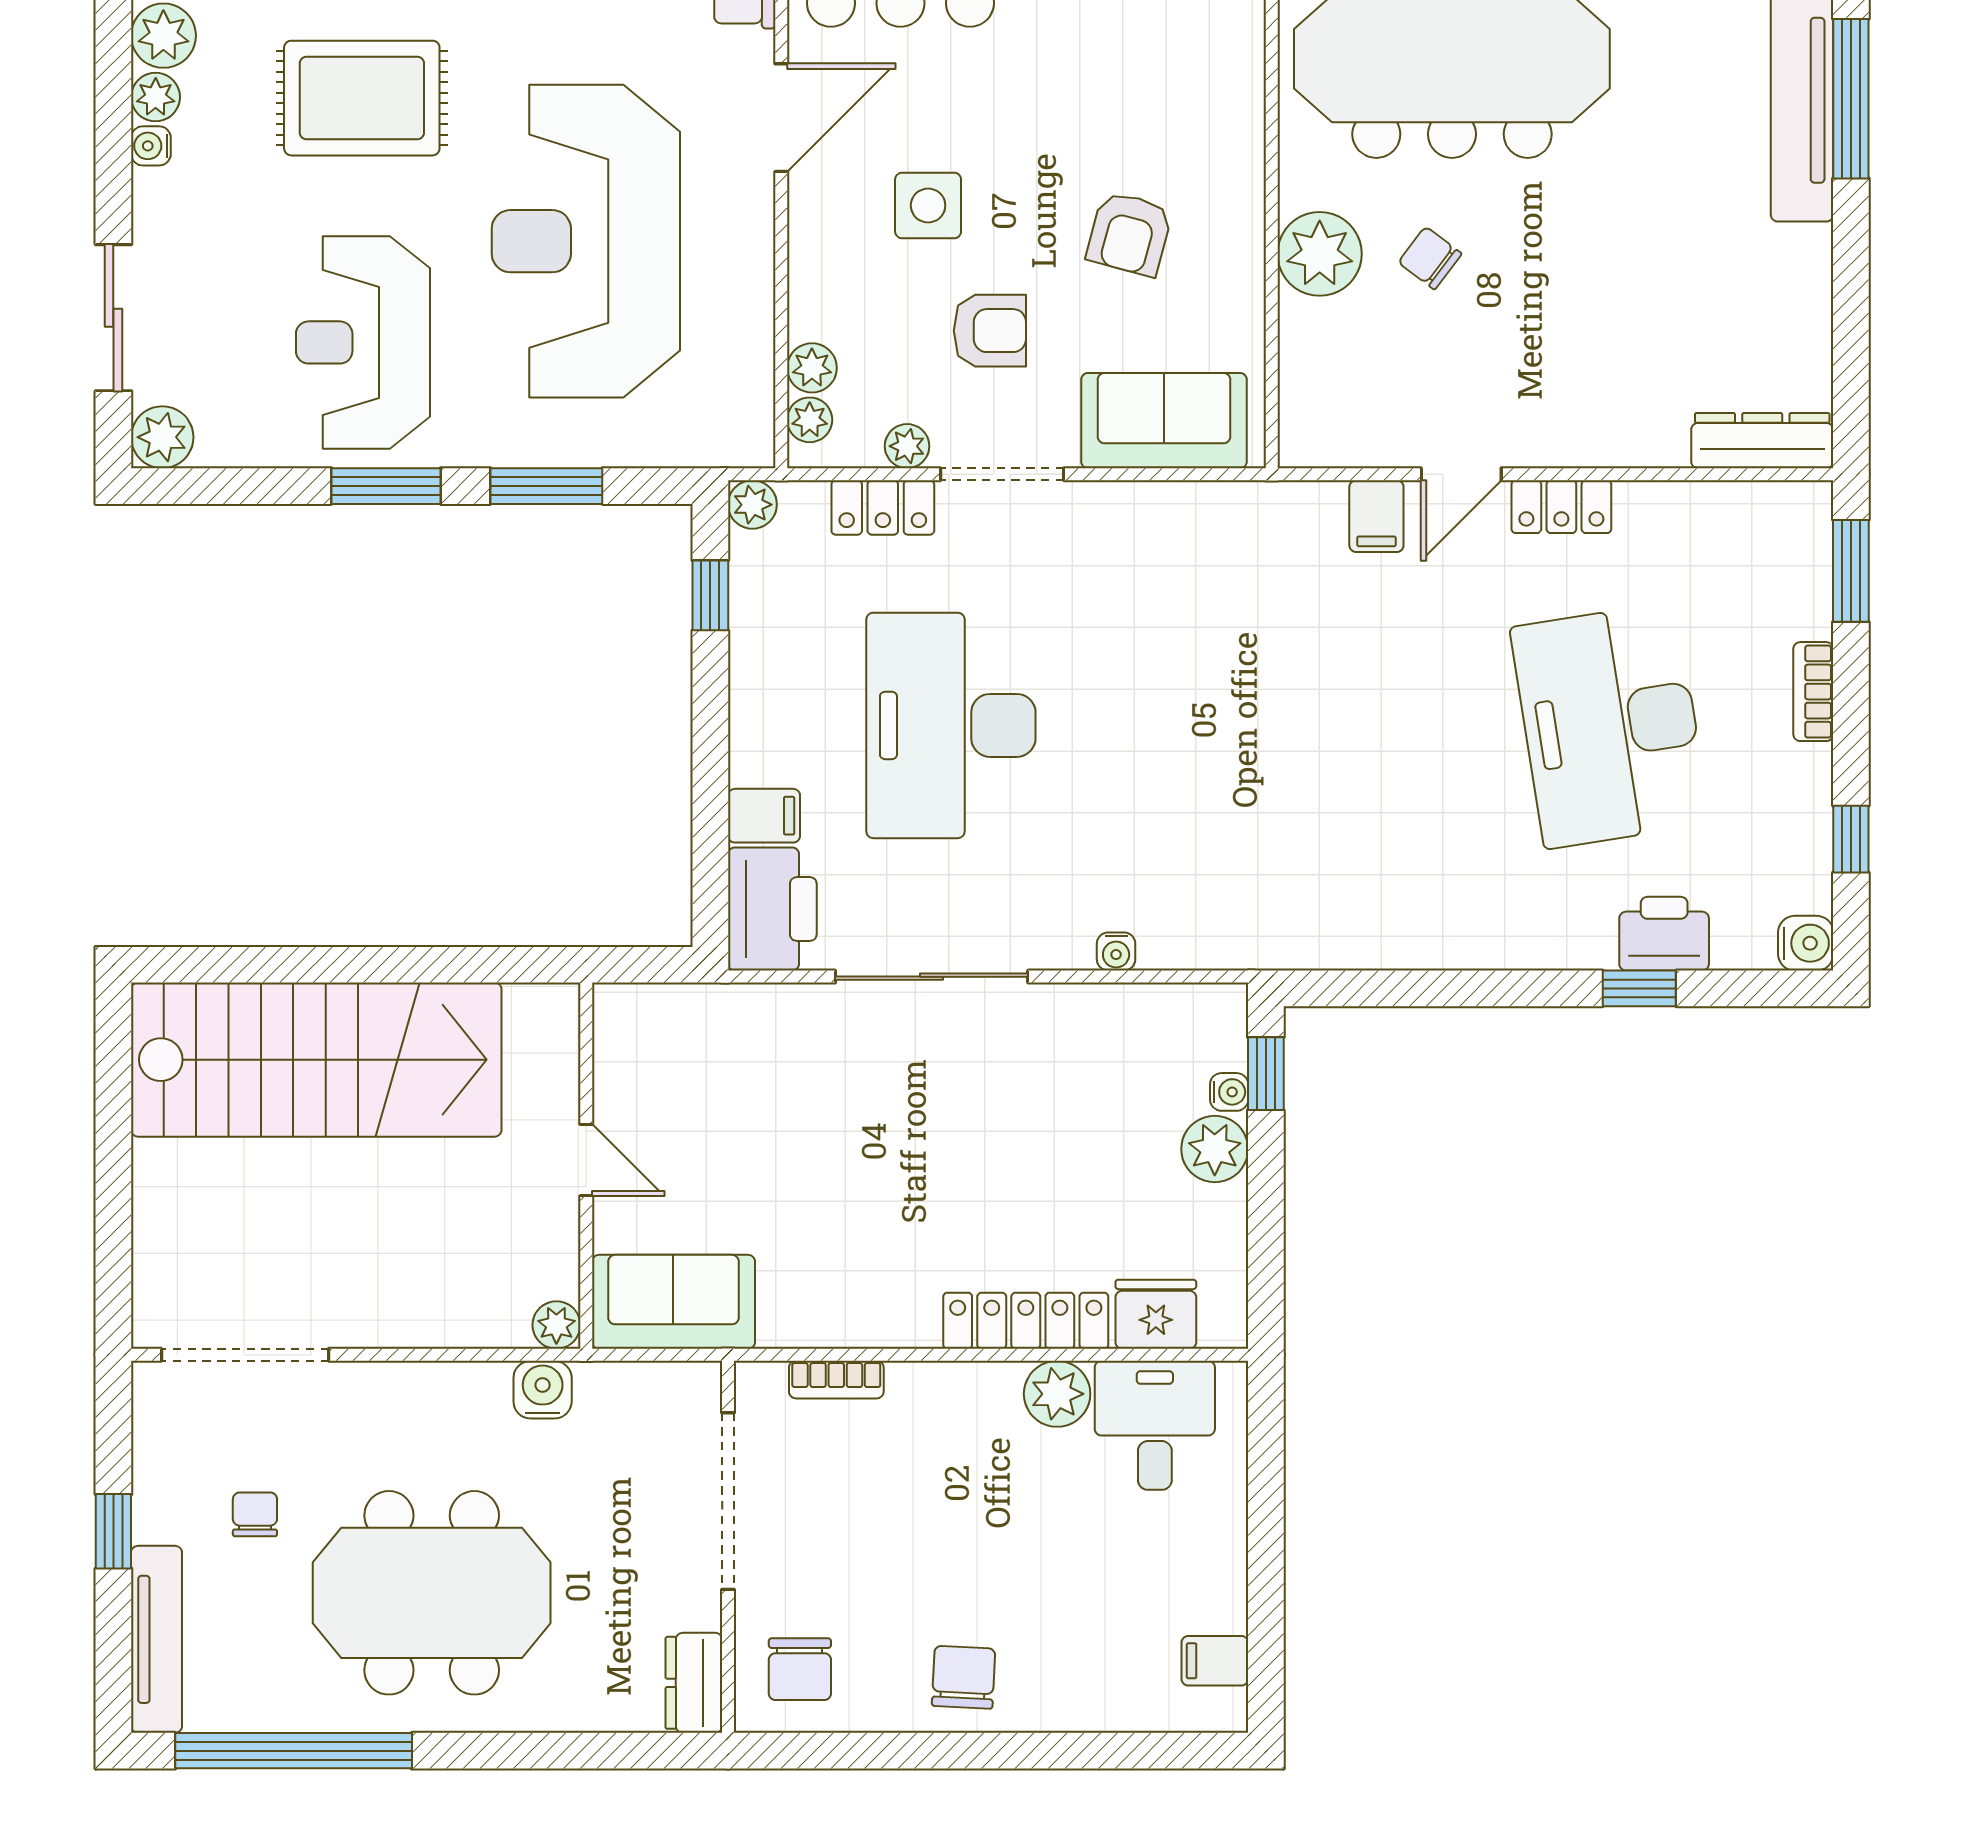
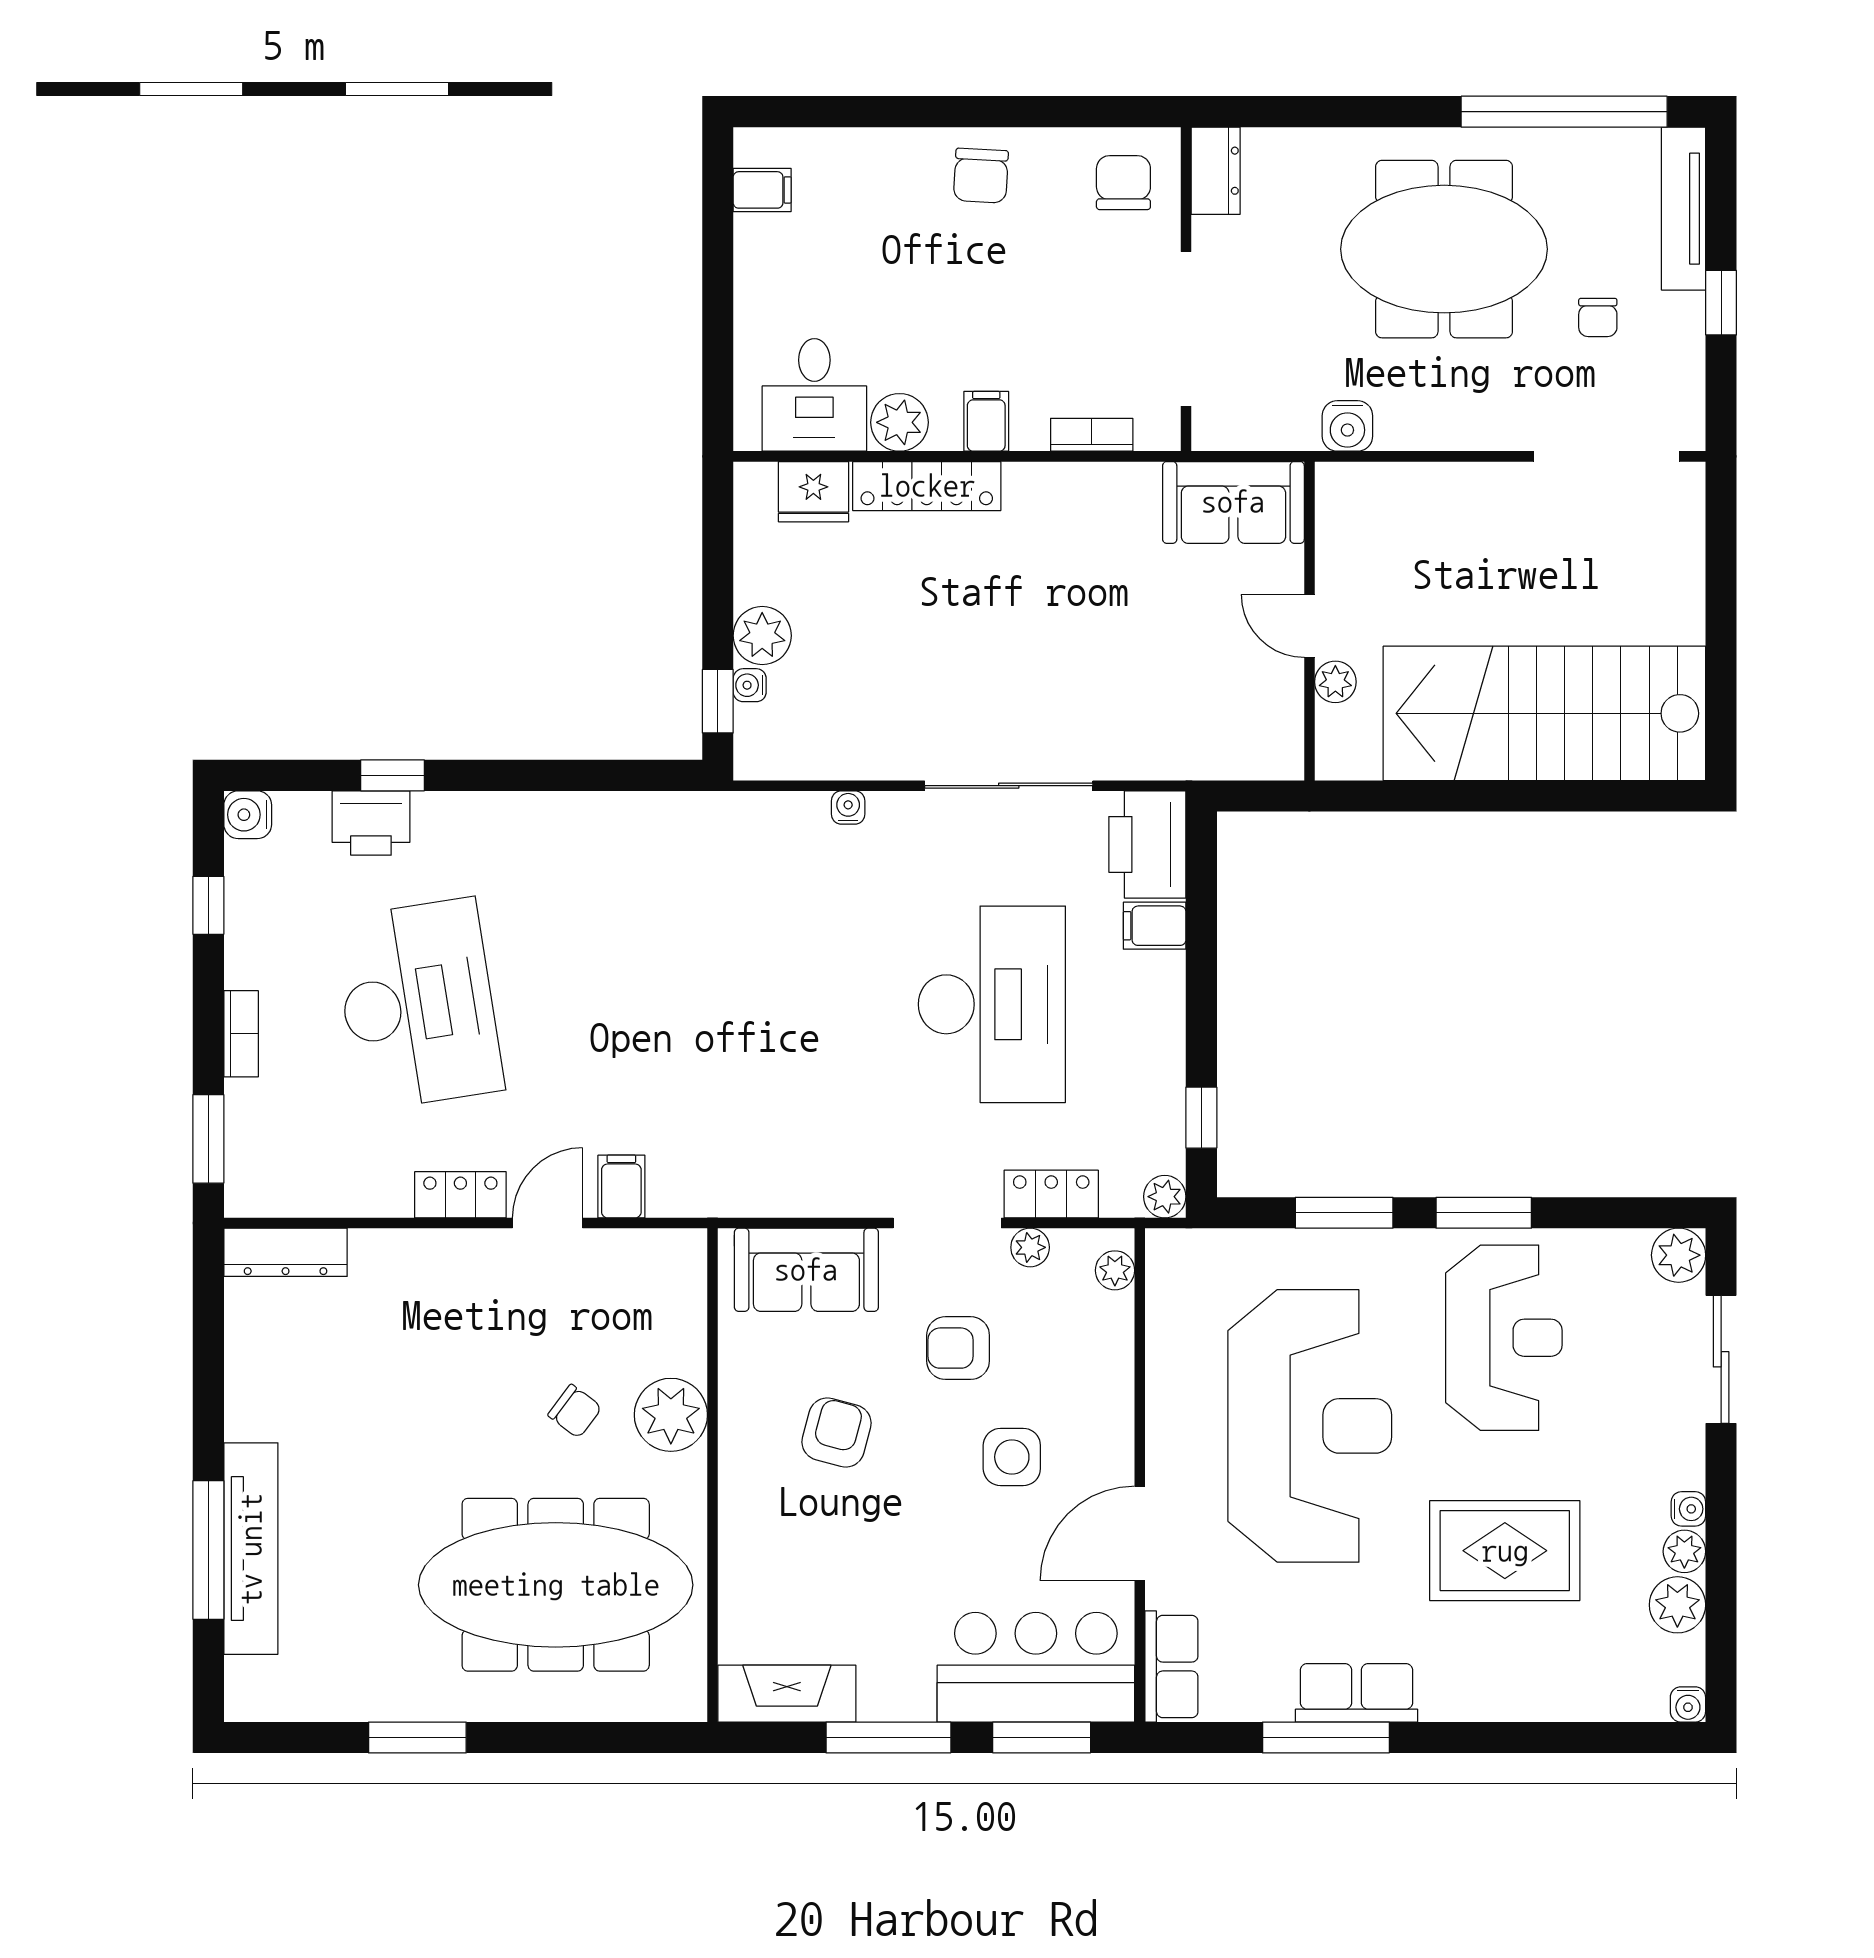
plant: (812, 368) -> (1113, 1316), removed
plant: (556, 1325) -> (1335, 682), moved
filing cabinet: (957, 1395) -> (986, 421), added

